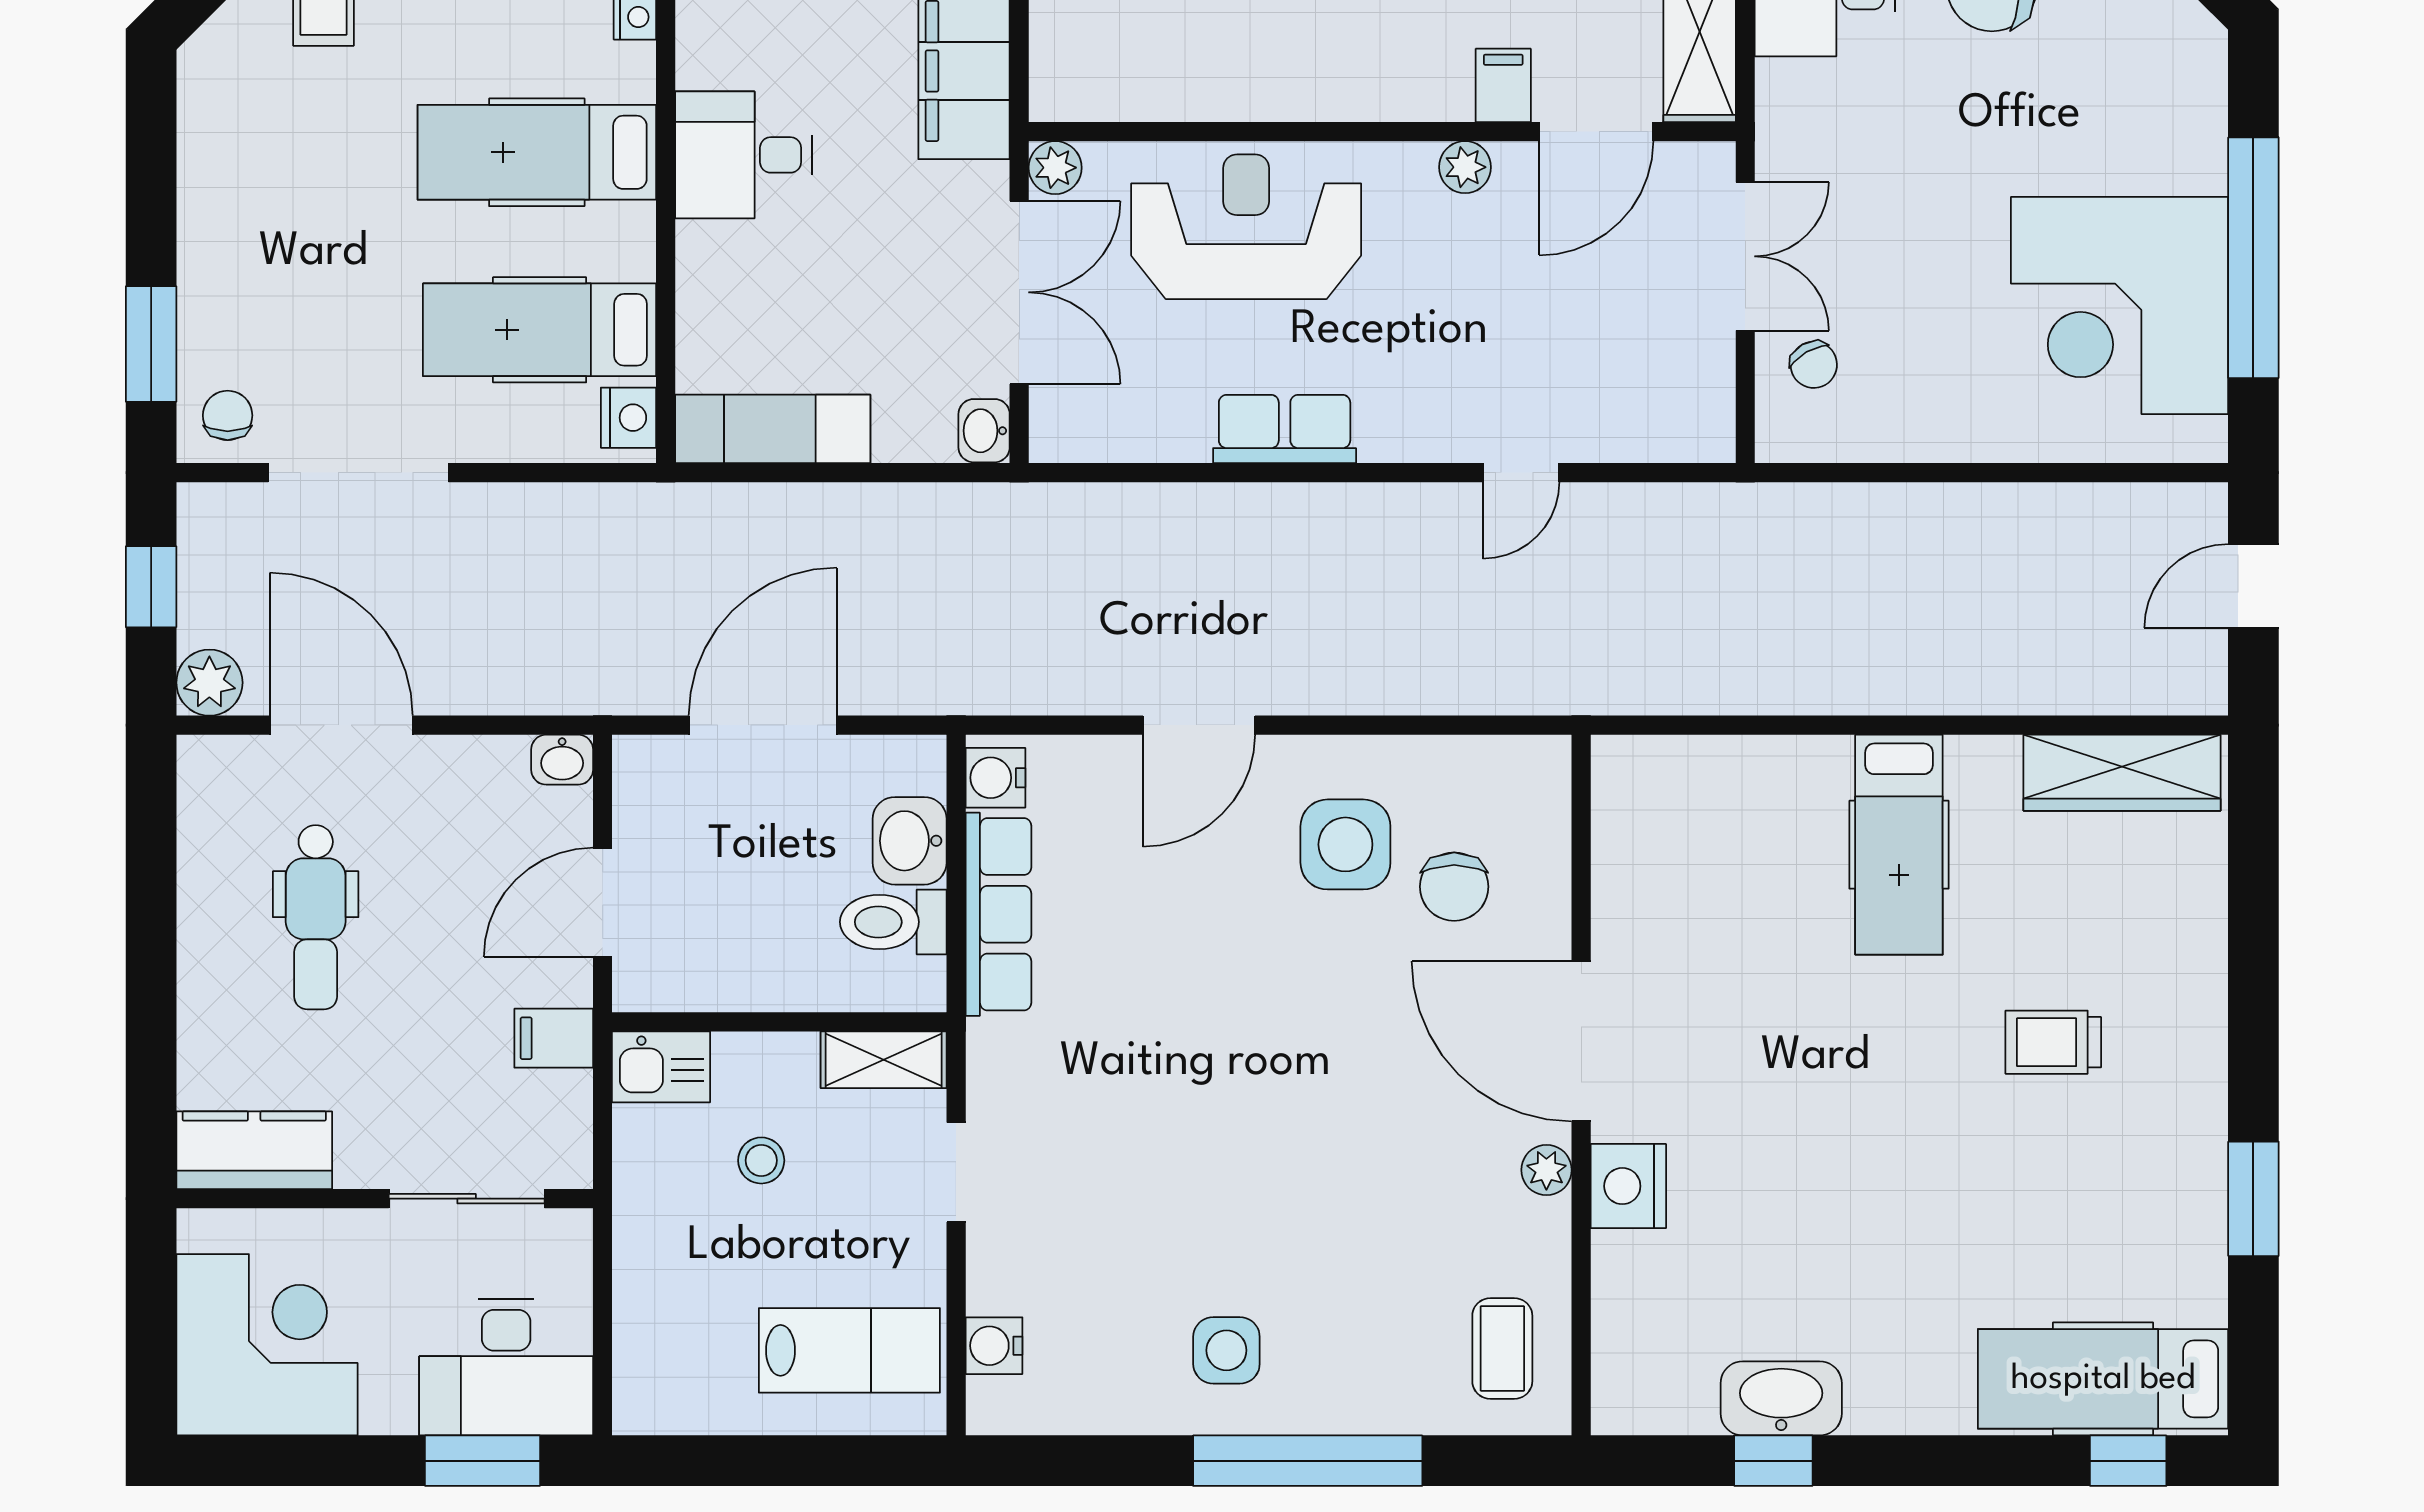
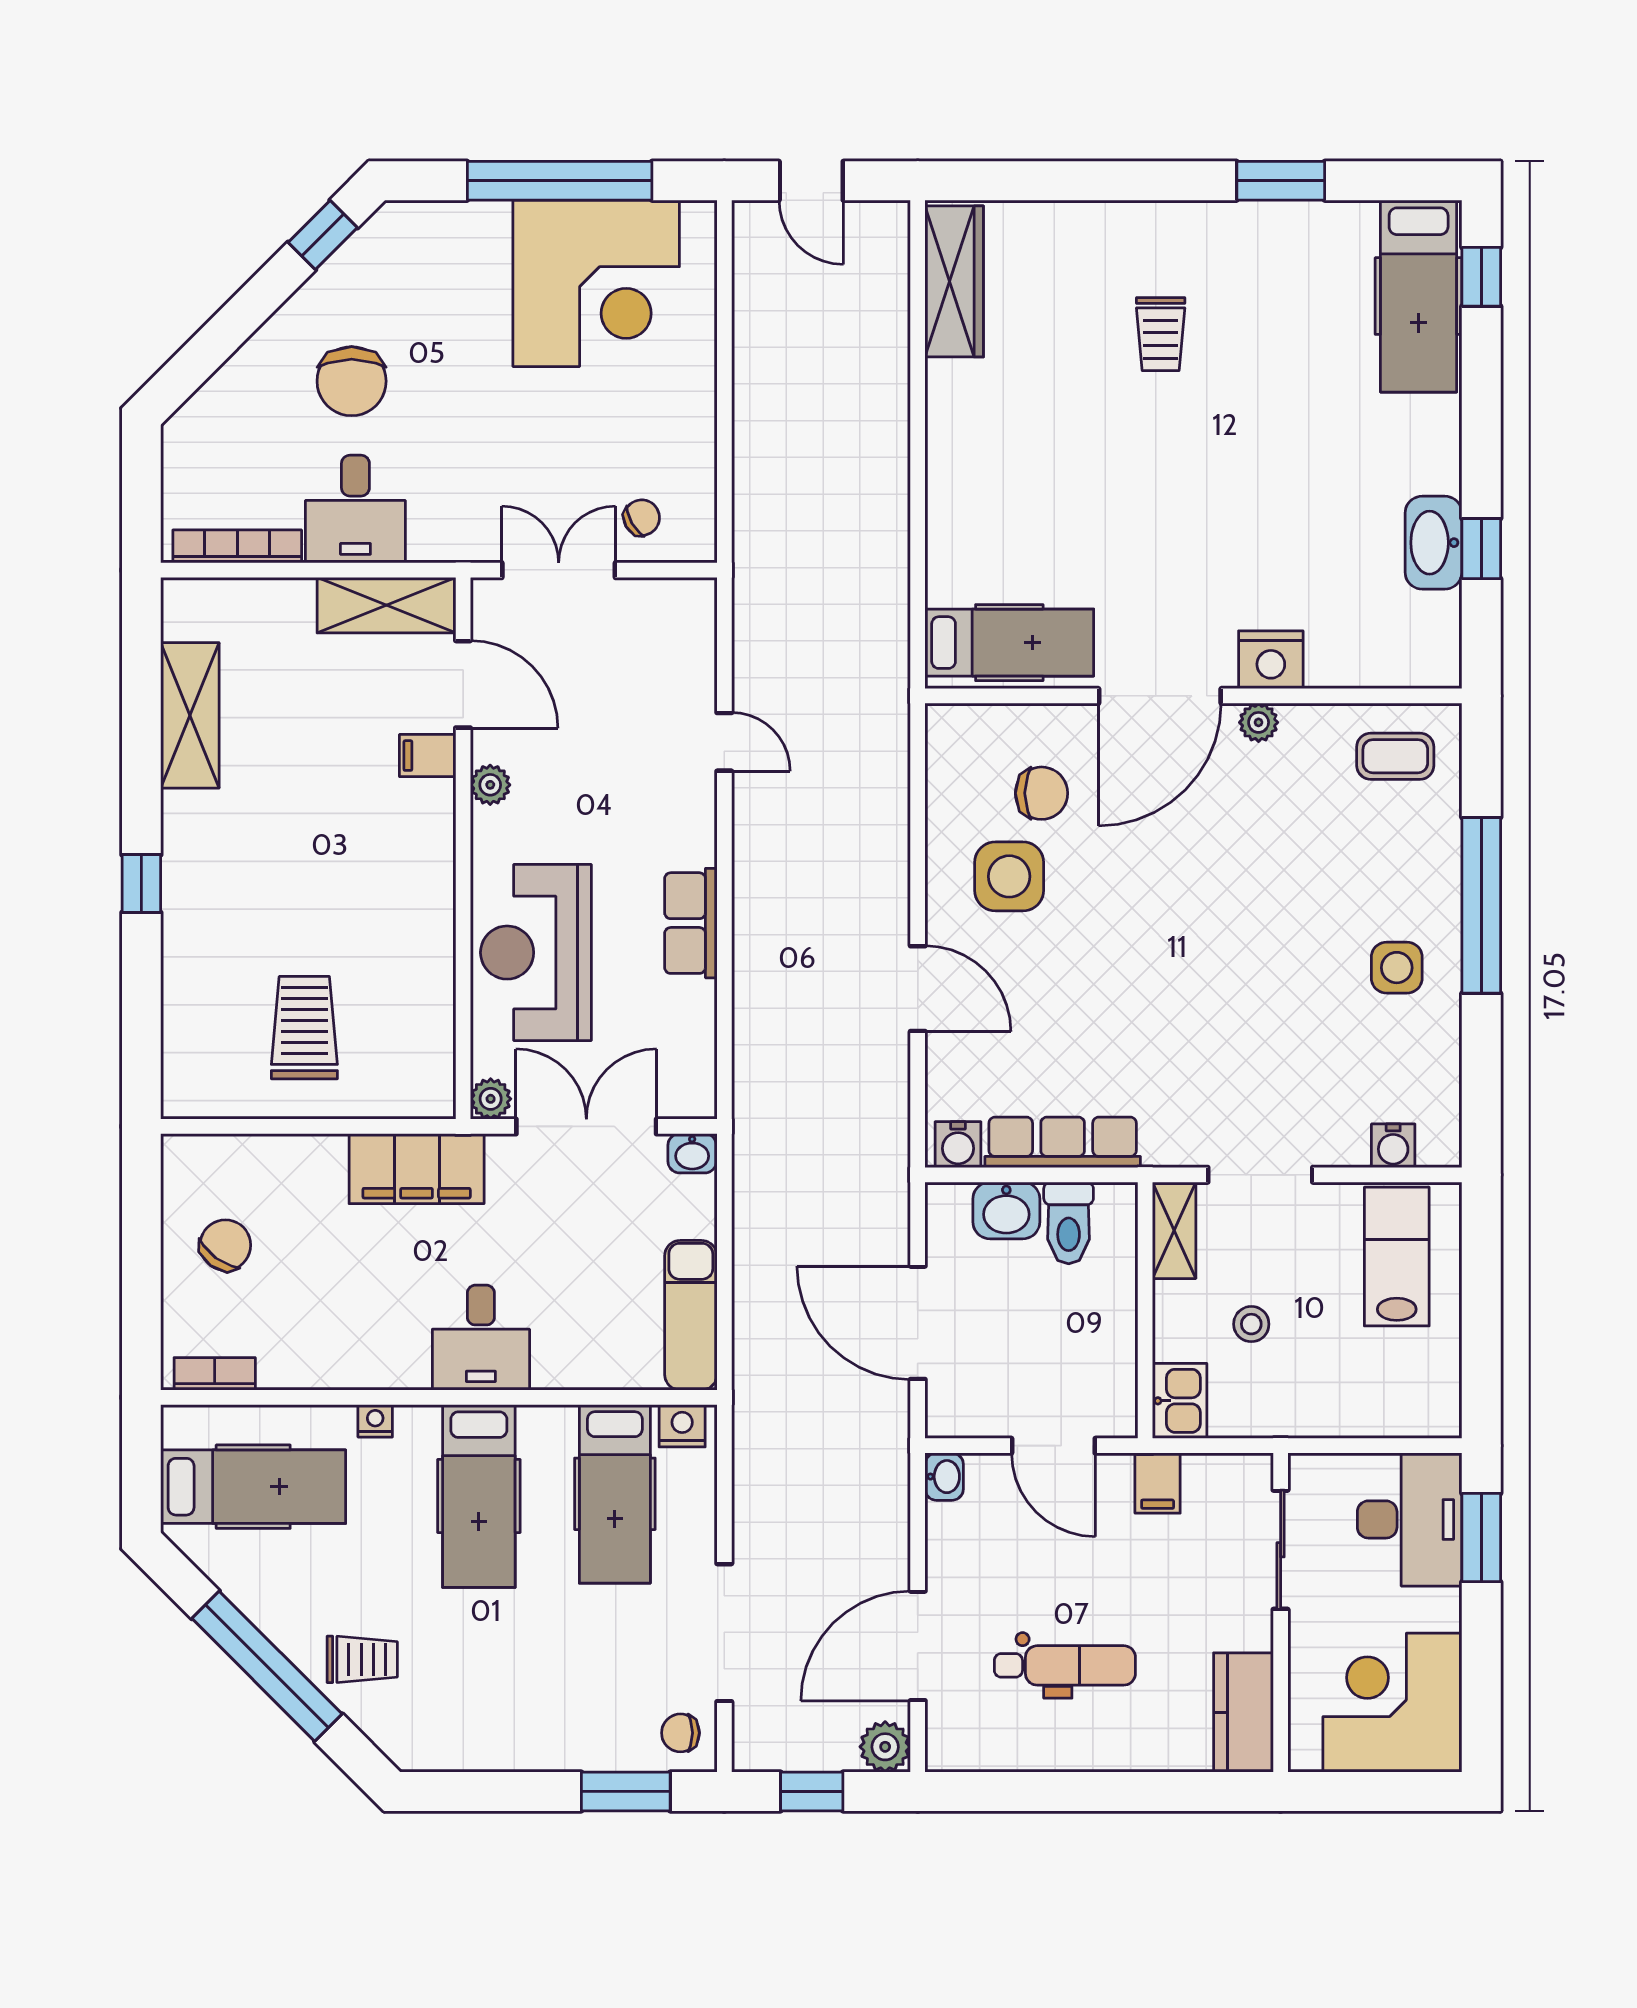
hospital bed: (1899, 845) -> (1009, 643), moved
doorway: (956, 1172) -> (1260, 1175), width x1.38

